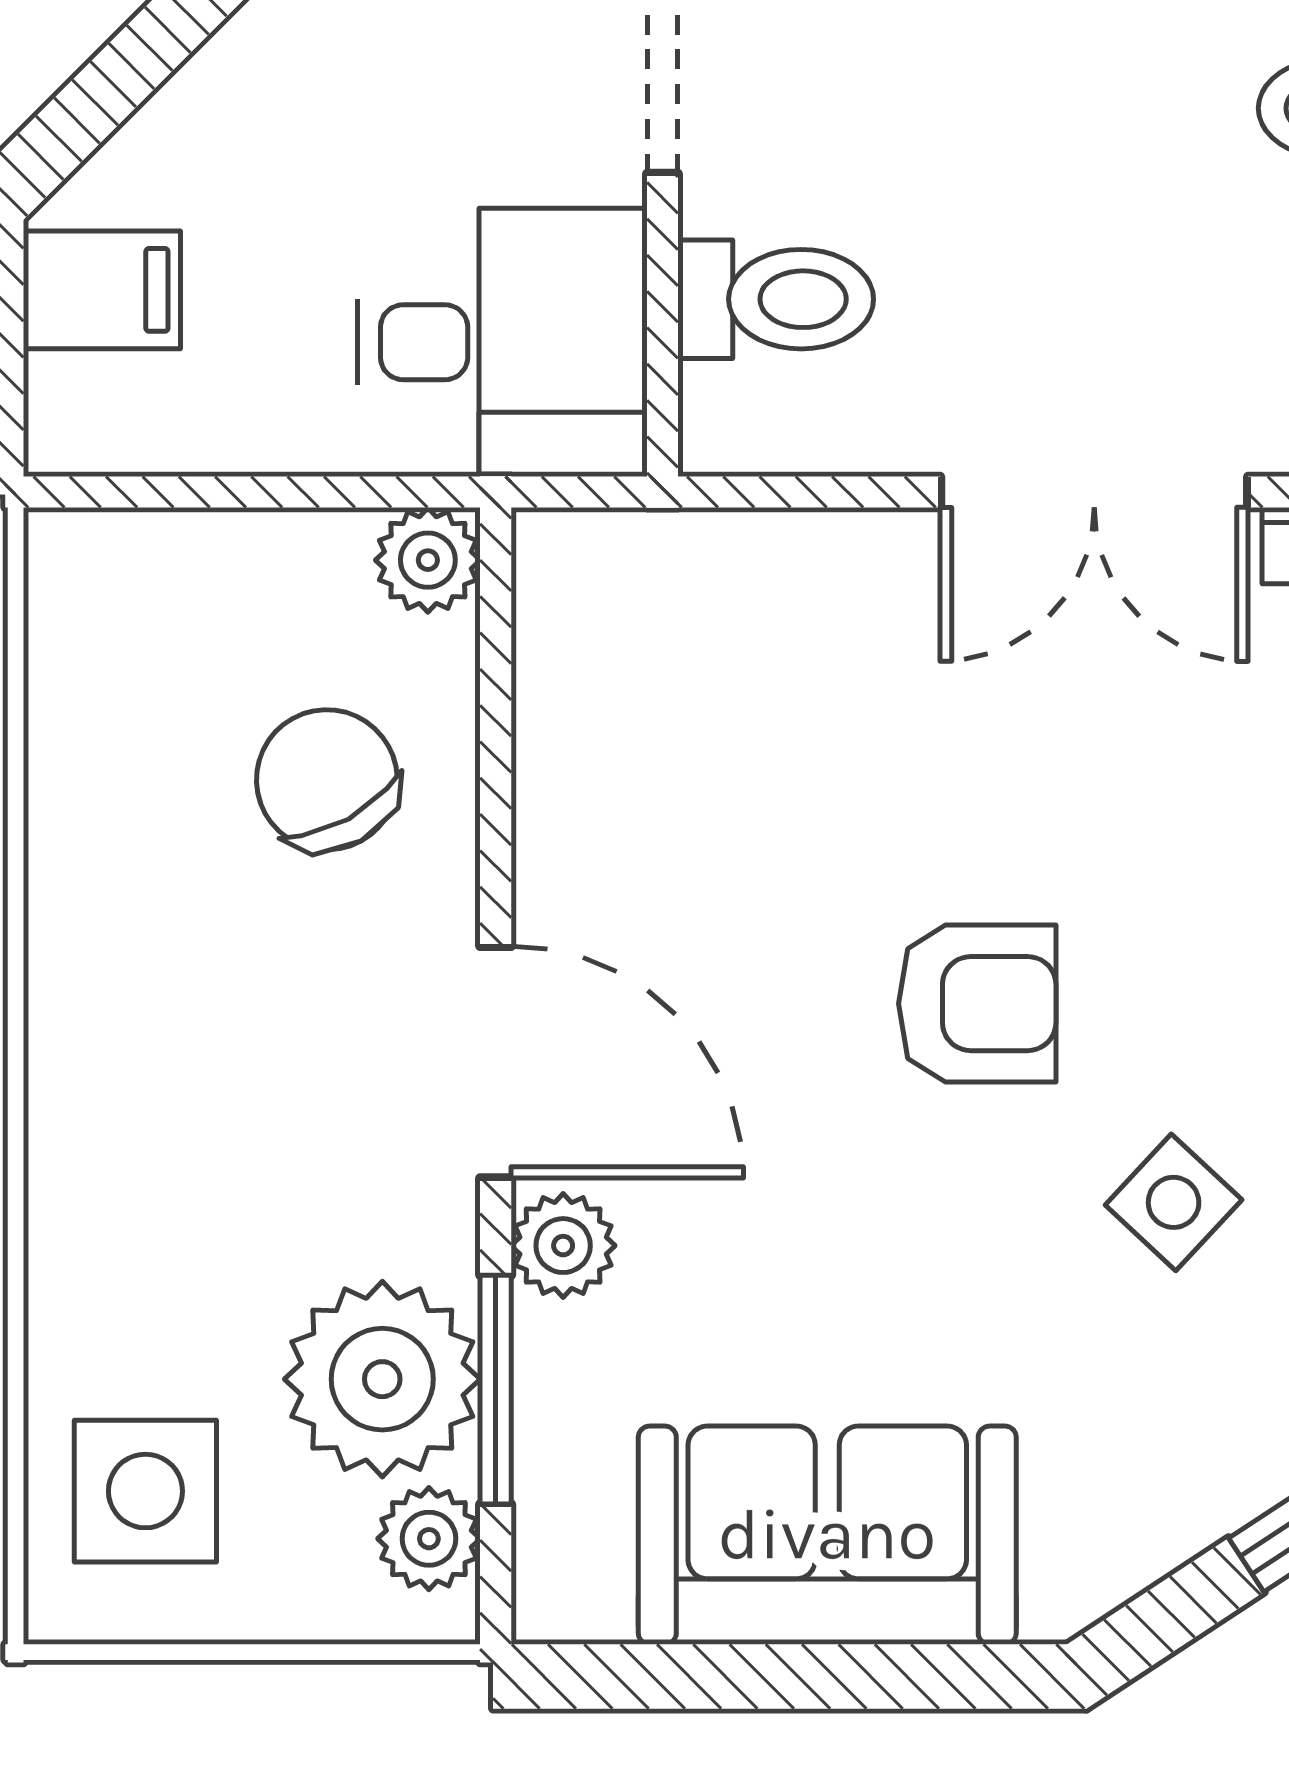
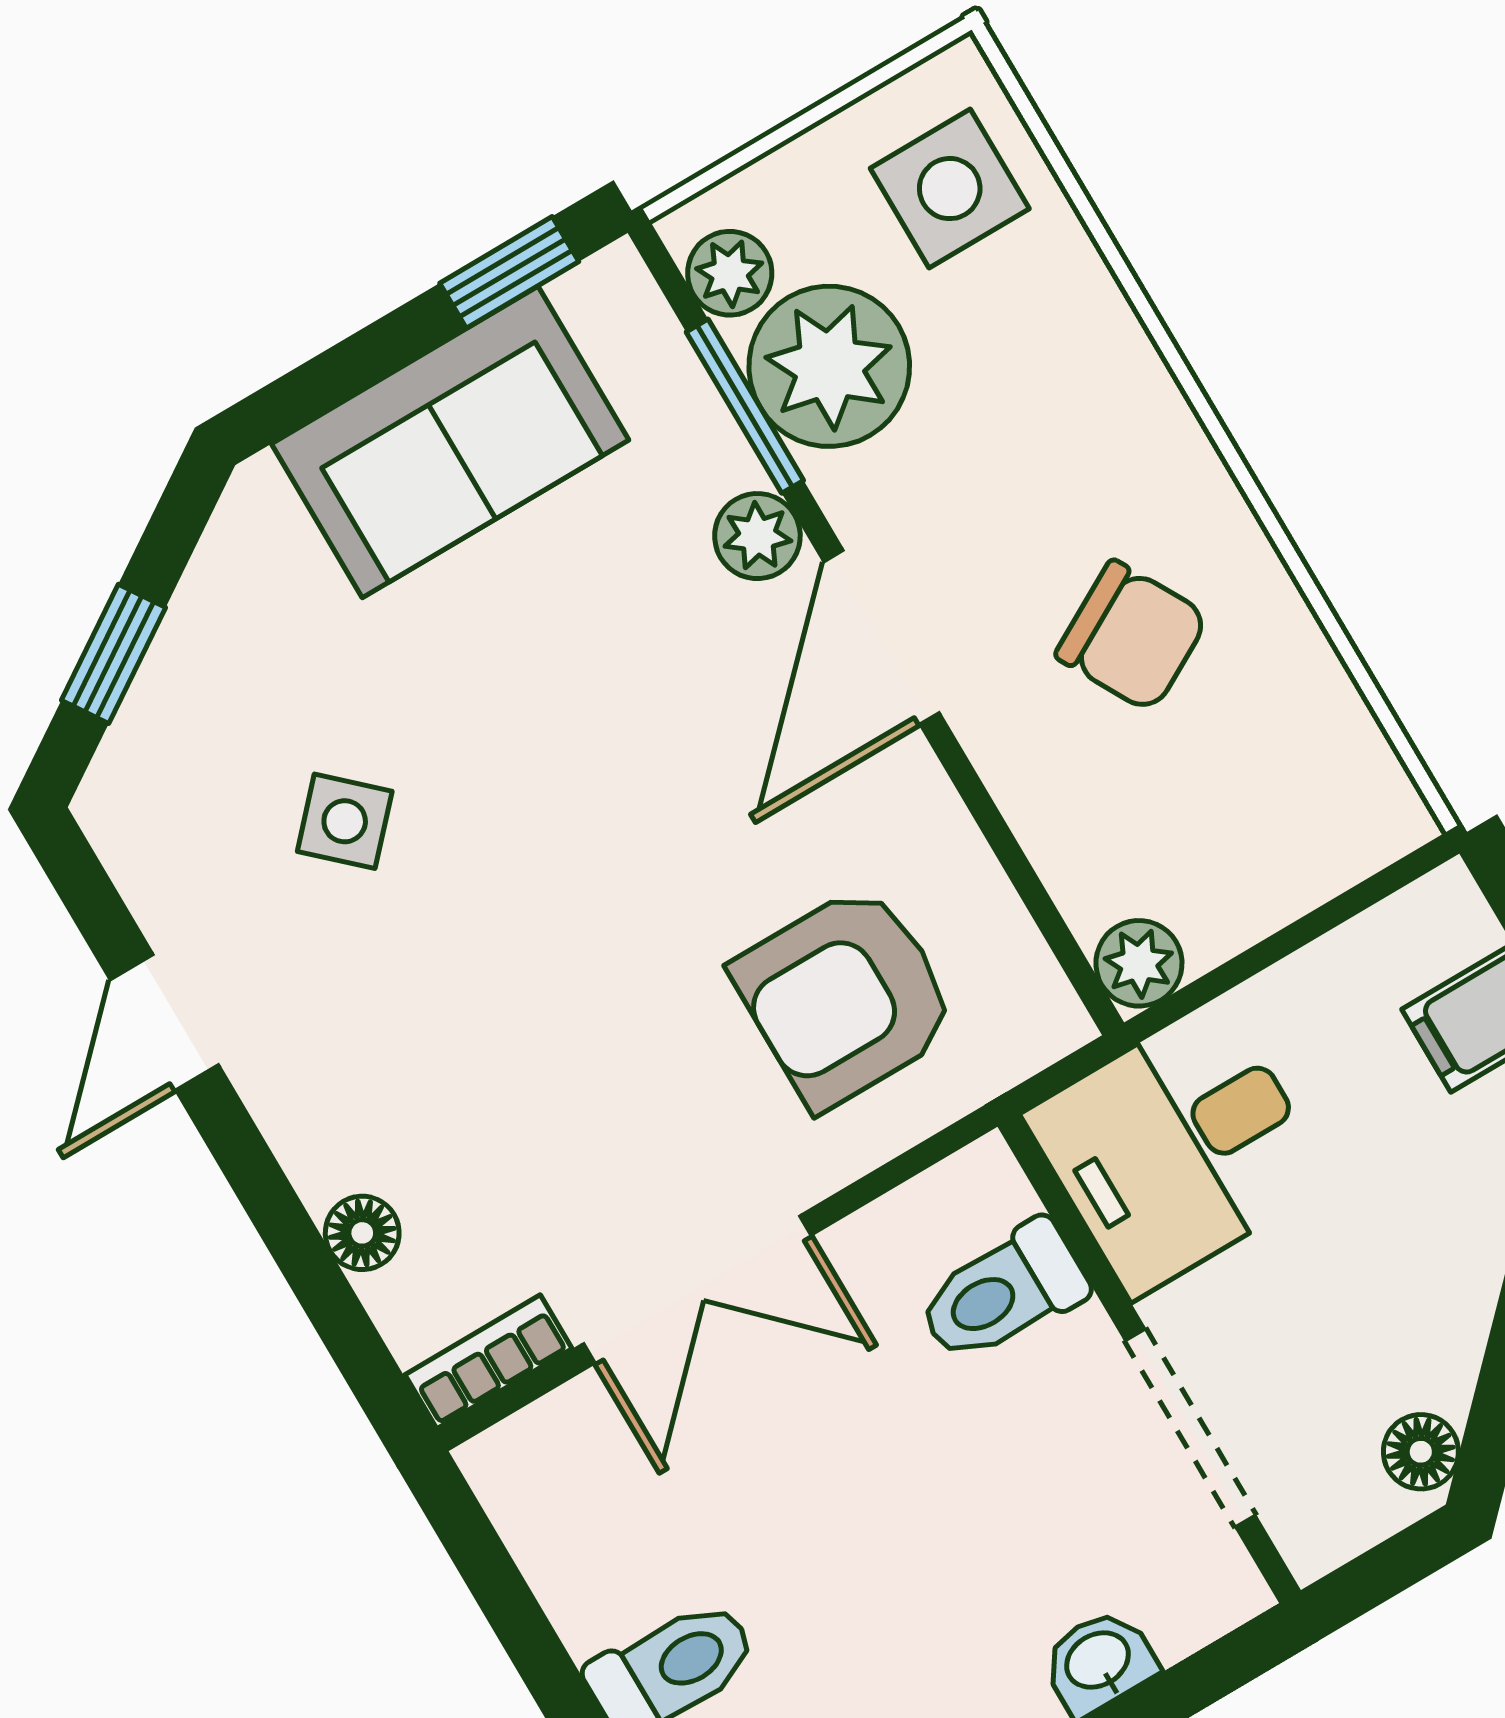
double door: (1094, 492) -> (697, 1289), swing flipped
chair: (327, 780) -> (1132, 636), moved
armchair: (977, 1004) -> (845, 997), moved, width x1.38, depth x1.38
door: (496, 1062) -> (882, 637), hinge flipped
window: (660, 1676) -> (509, 272), added

